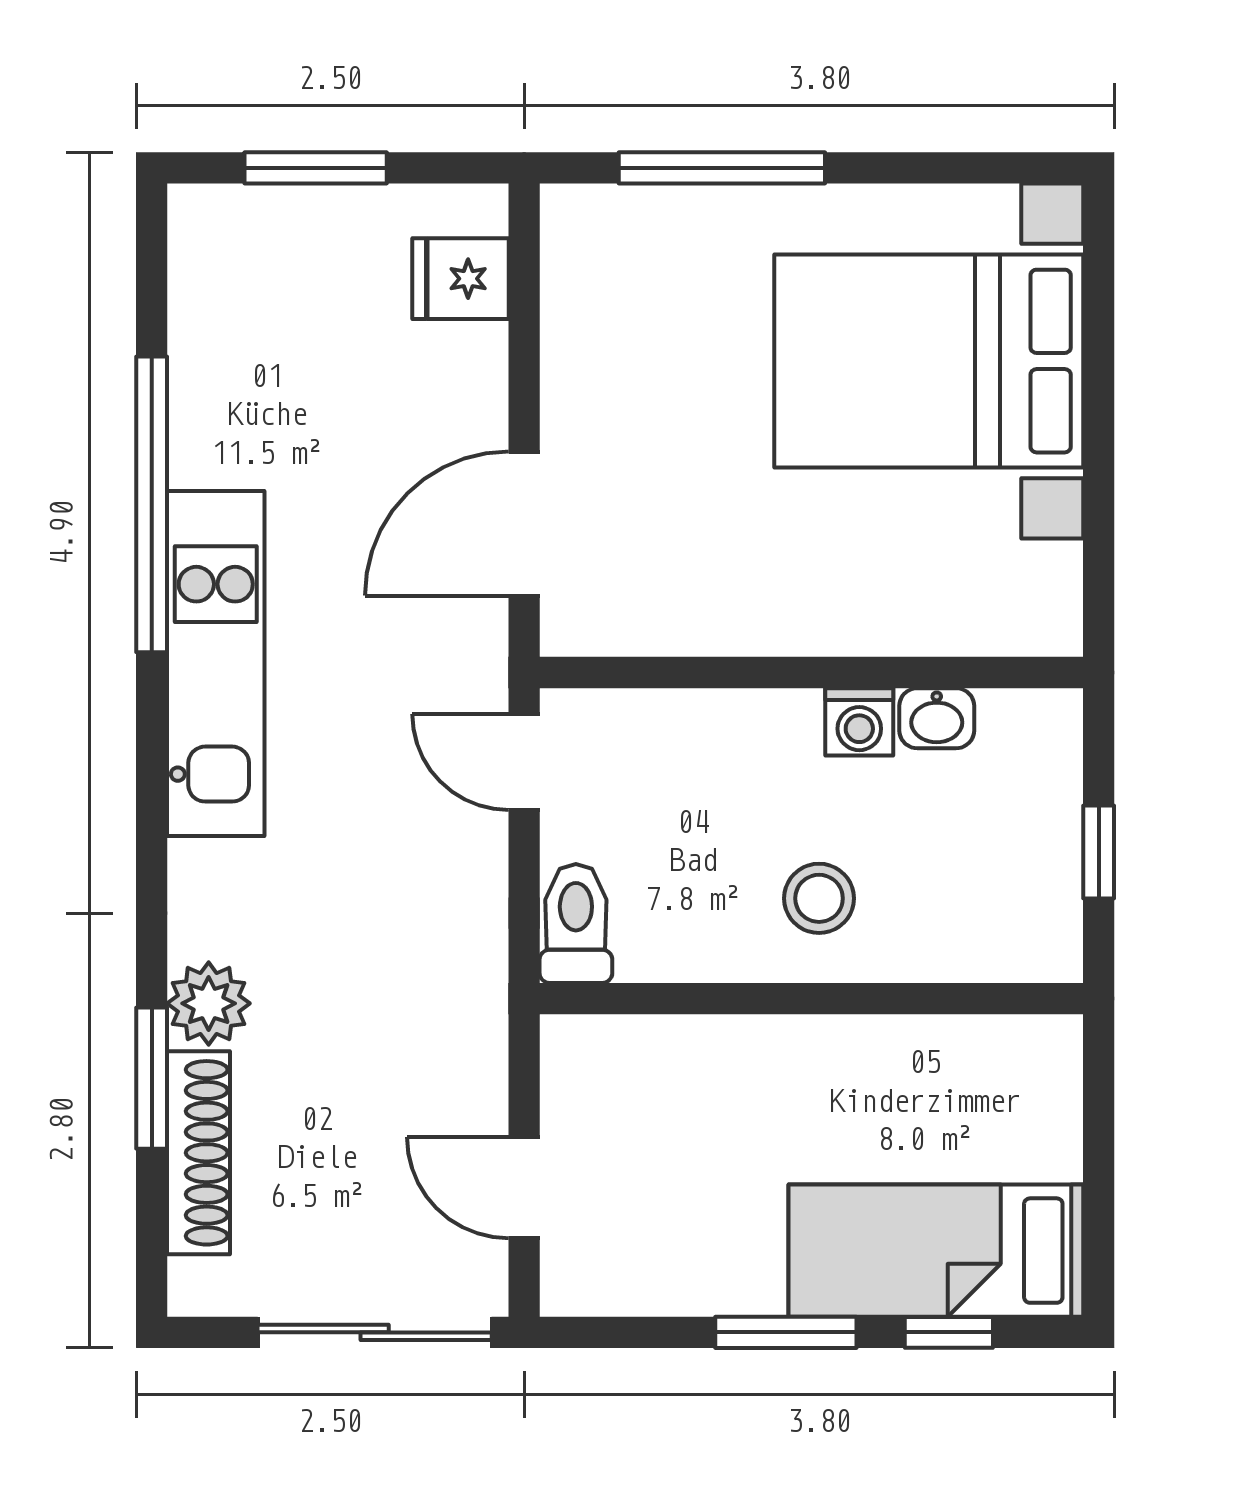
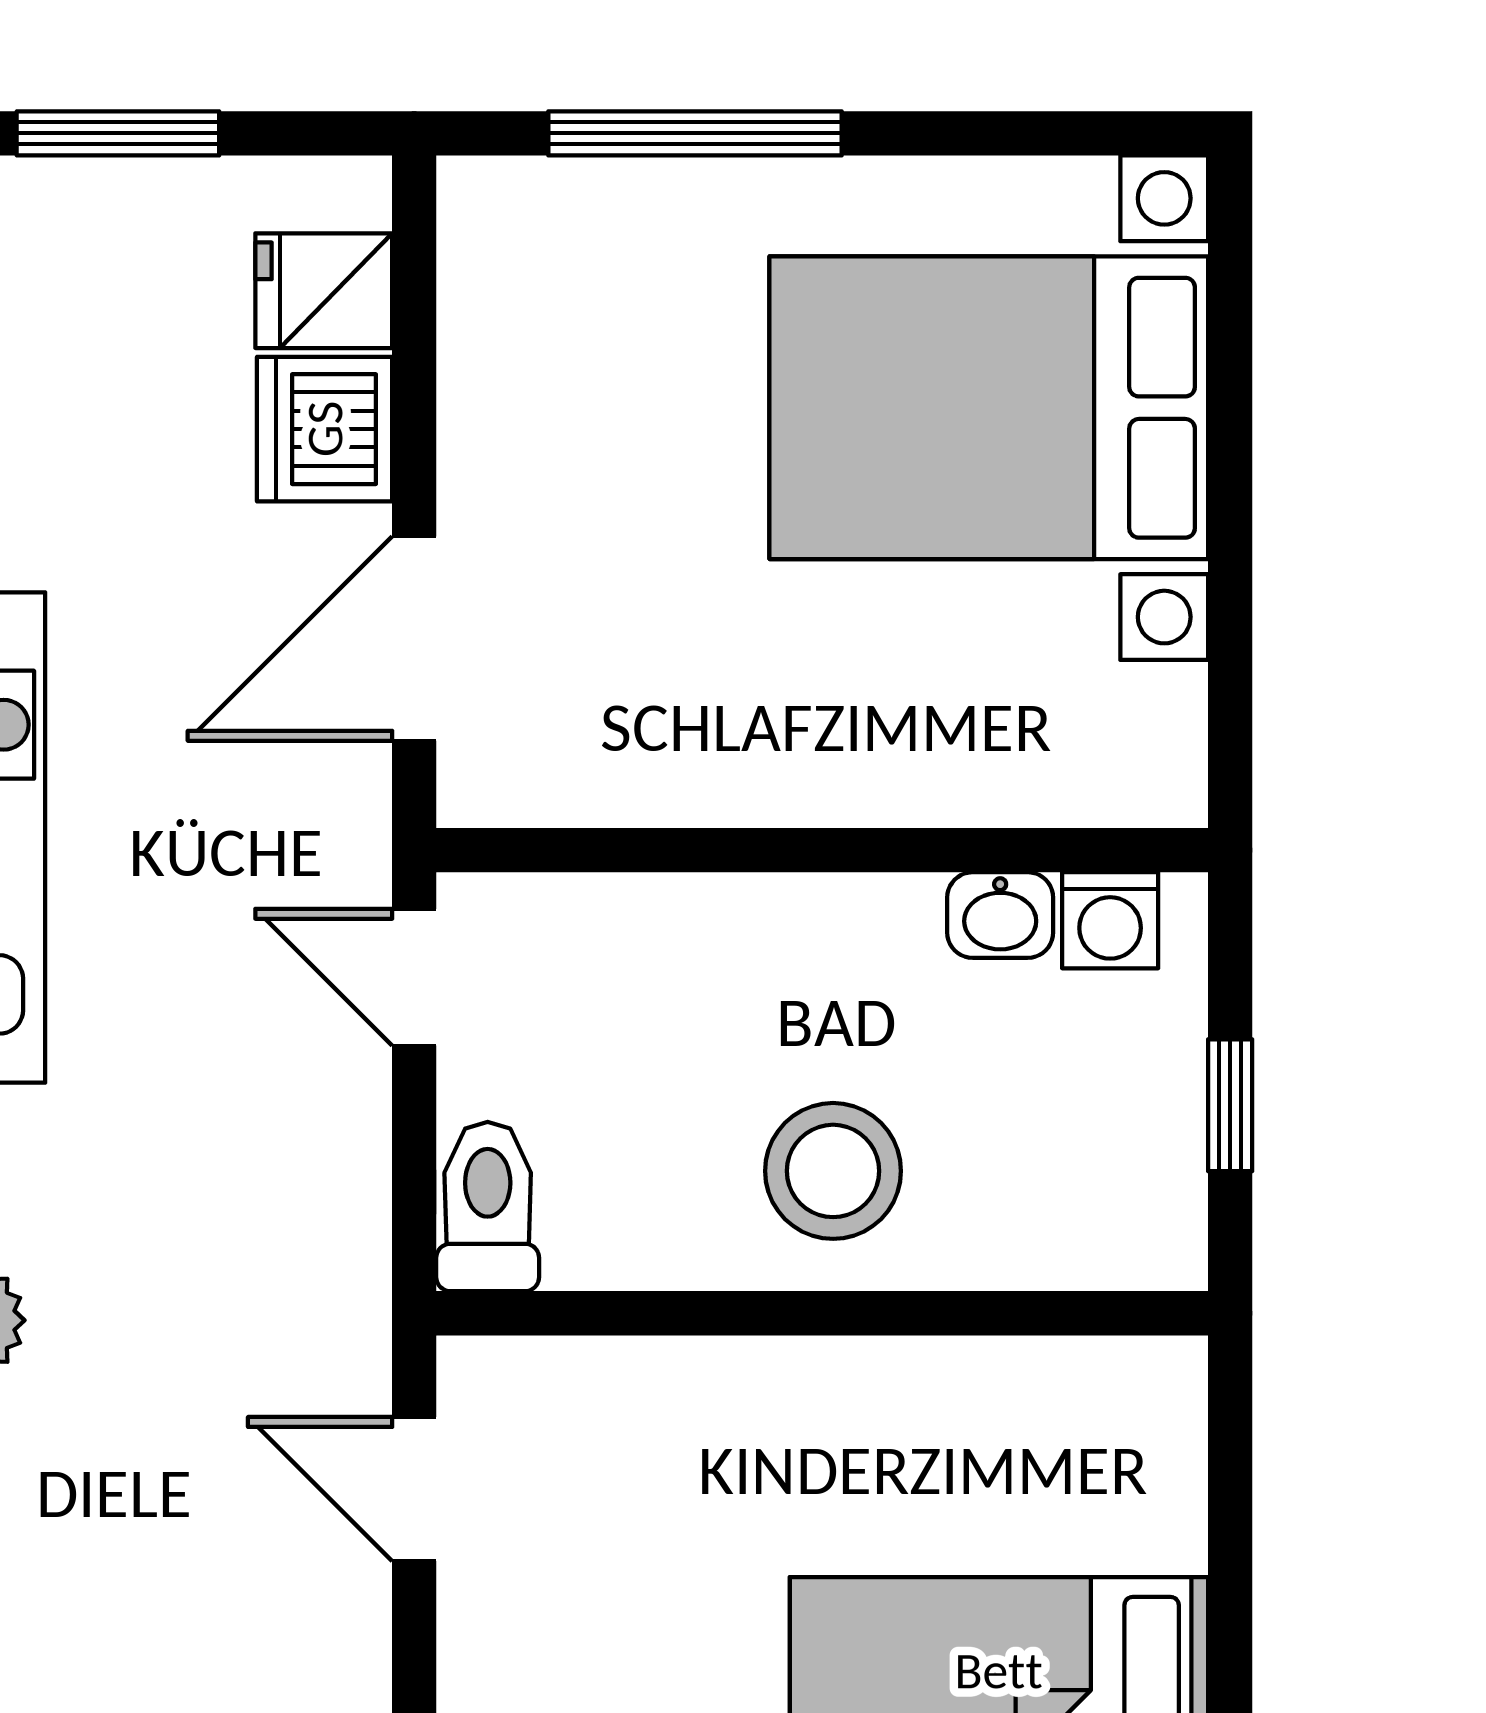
dishwasher: (461, 376) -> (325, 429), added
washing machine: (859, 722) -> (1110, 920), moved
stool: (819, 898) -> (833, 1171), width x1.38, depth x1.38
door: (524, 1188) -> (414, 1489), moved

